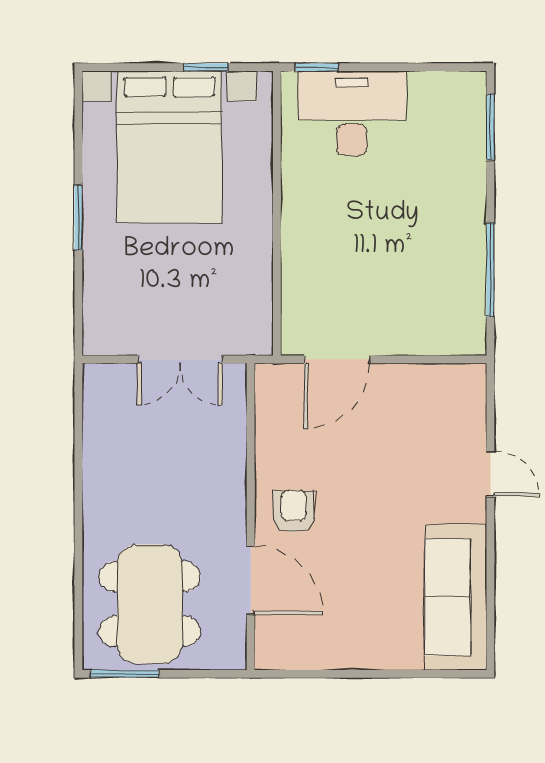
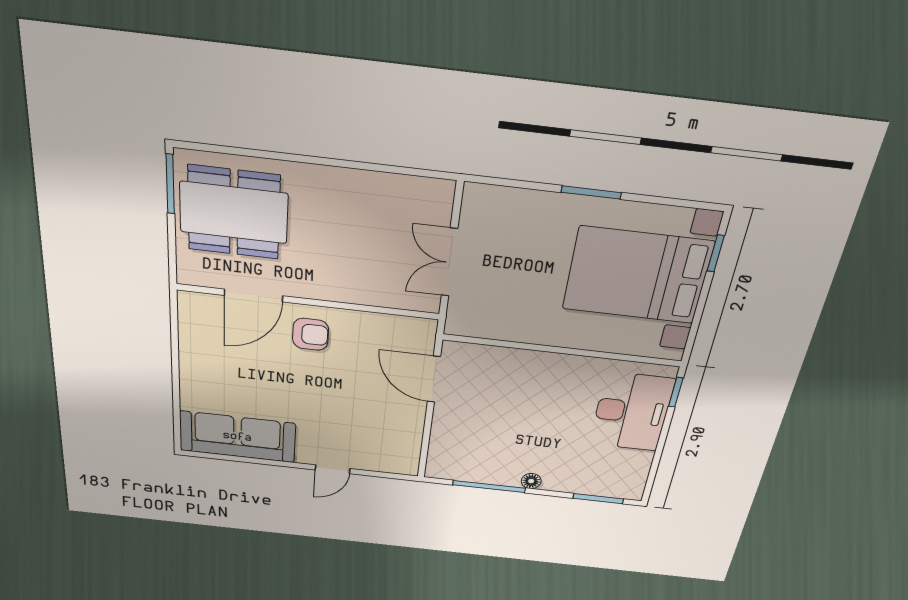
window: (206, 67) -> (716, 253), moved
floor lamp: (474, 218) -> (531, 481), added

